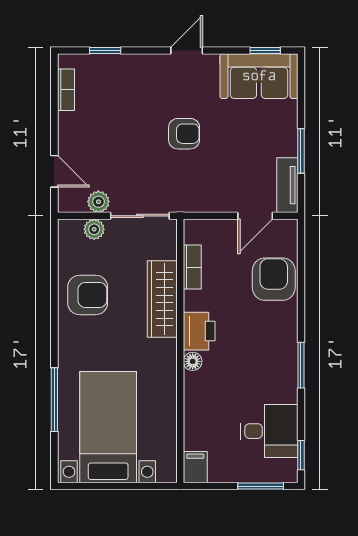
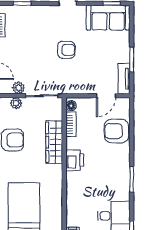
armchair: (274, 279) -> (116, 131), turned -90
floor lamp: (193, 361) -> (71, 106), moved

